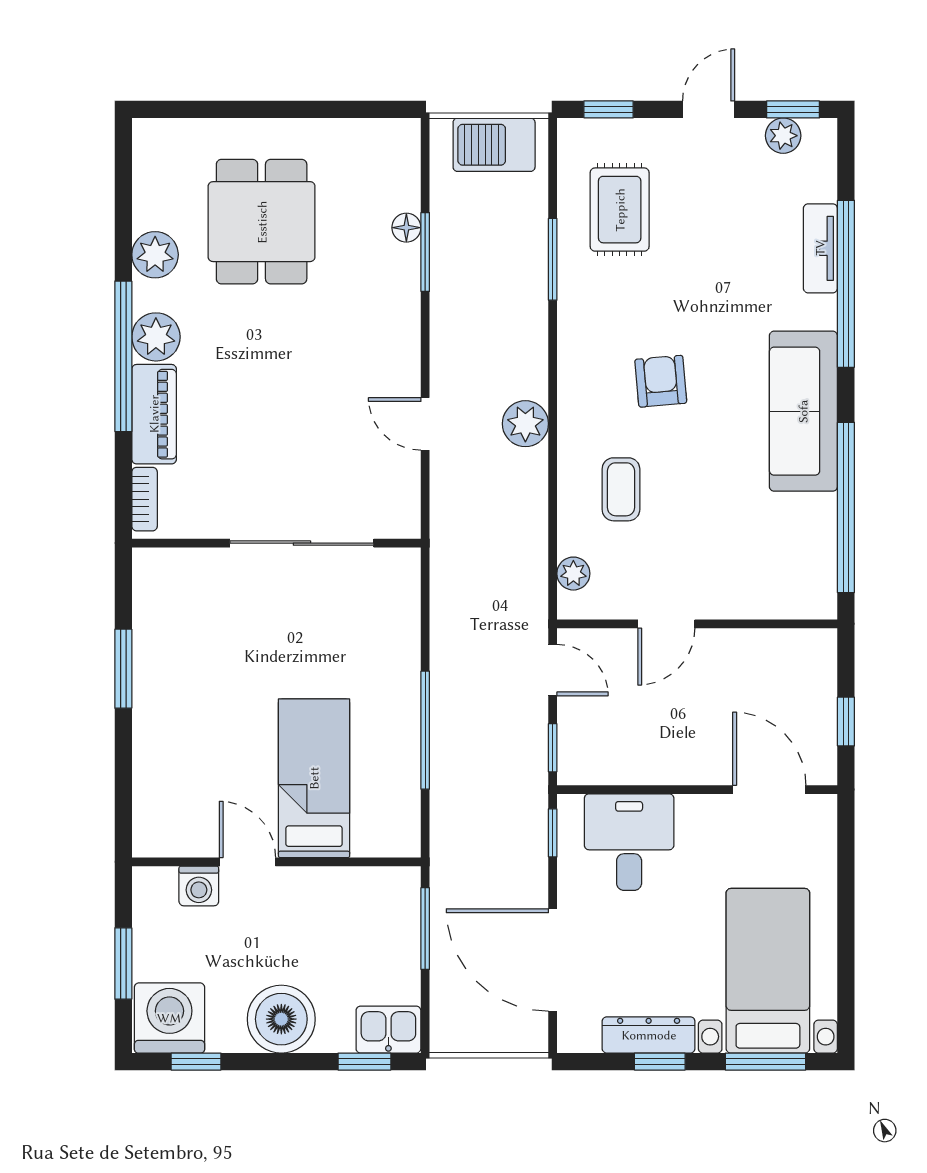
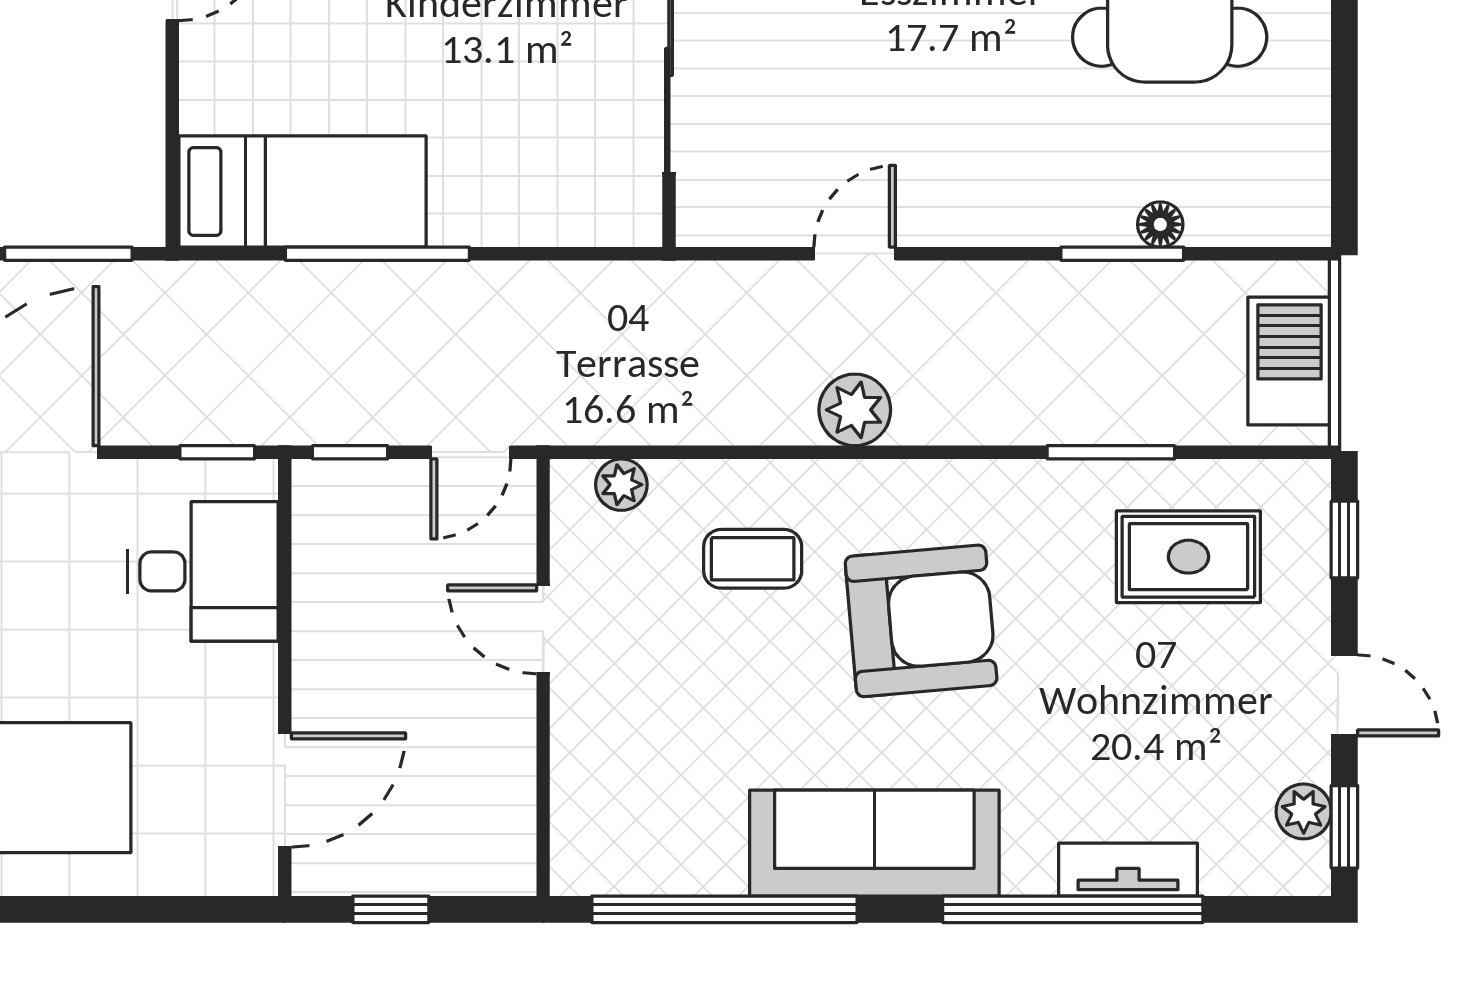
armchair: (661, 381) -> (921, 621), width x1.88, depth x1.88
bed: (314, 778) -> (303, 191), moved

